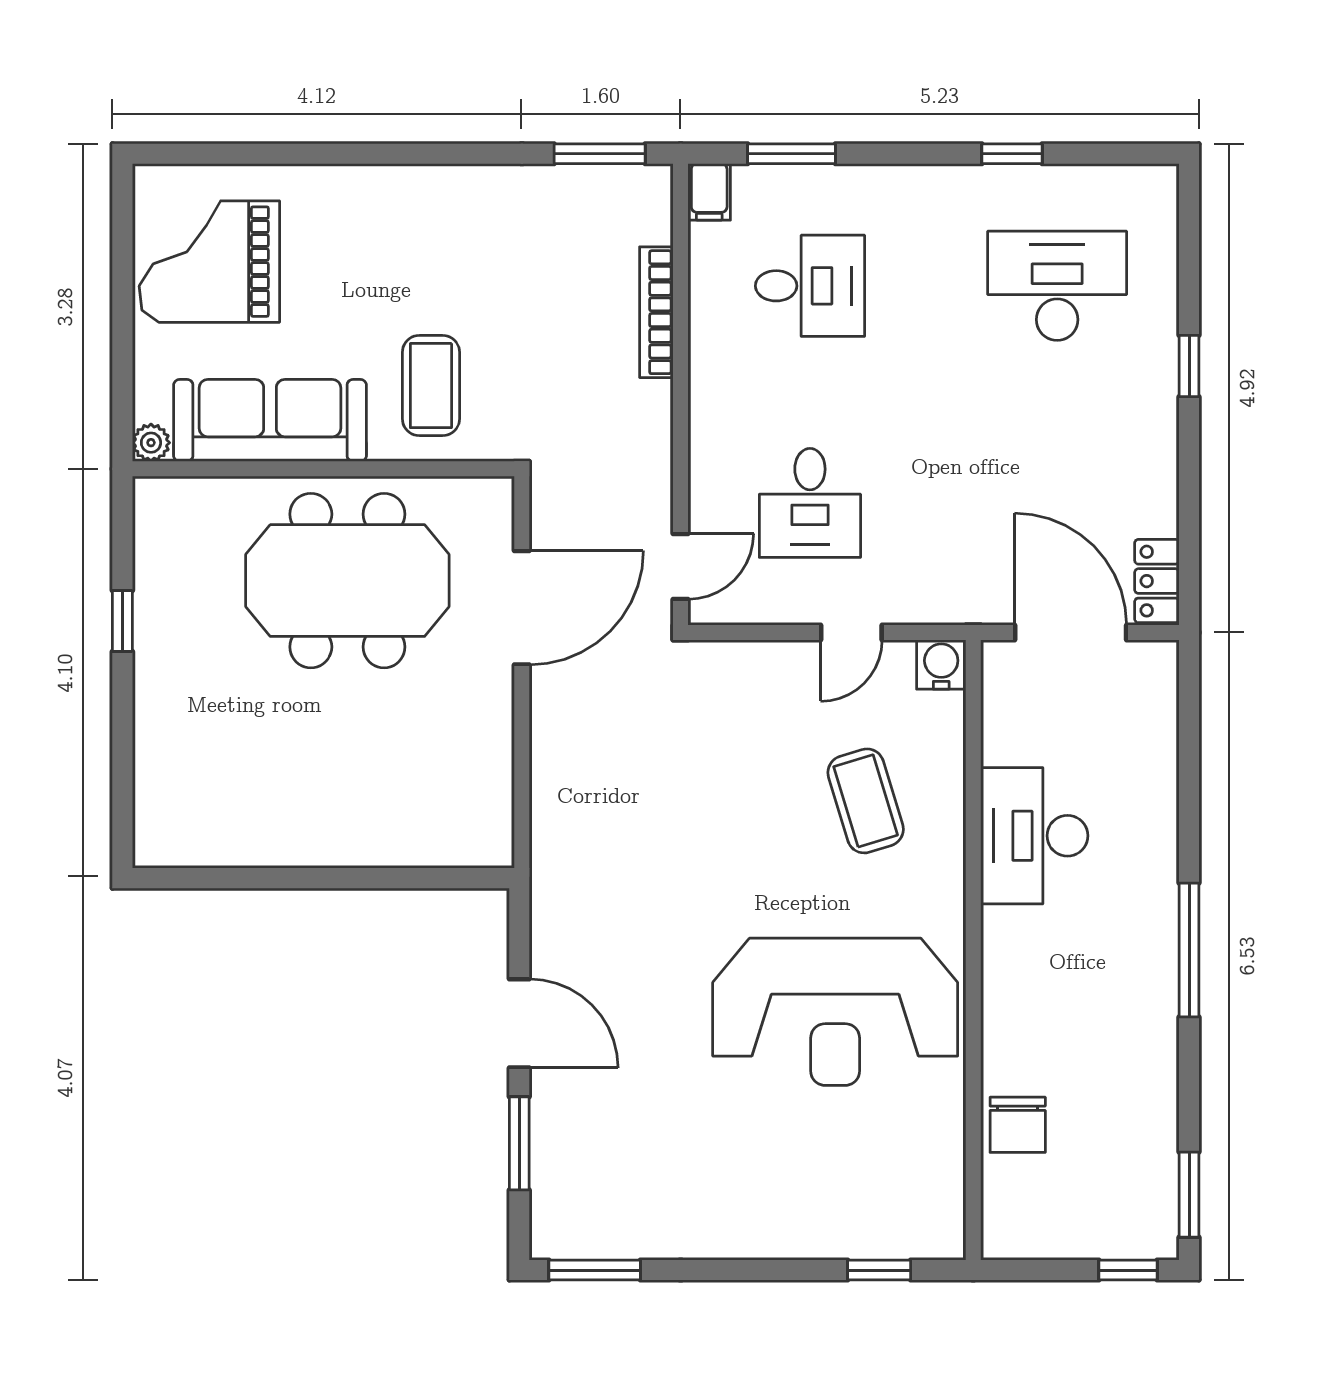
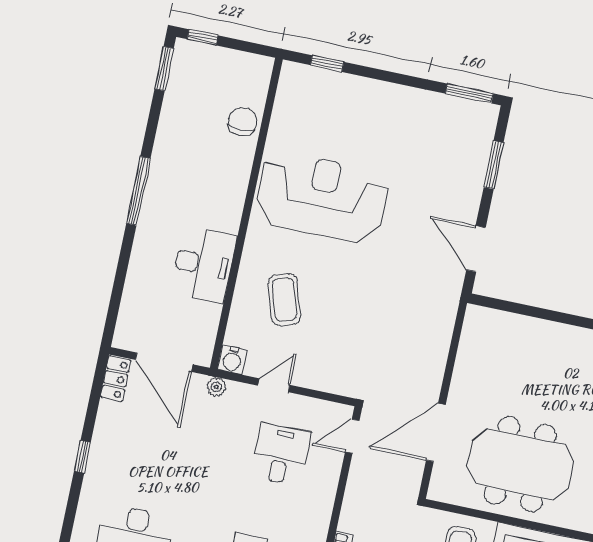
window: (1189, 366) -> (82, 457), moved
plant: (961, 606) -> (216, 387), added
door: (519, 1023) -> (476, 249), moved

